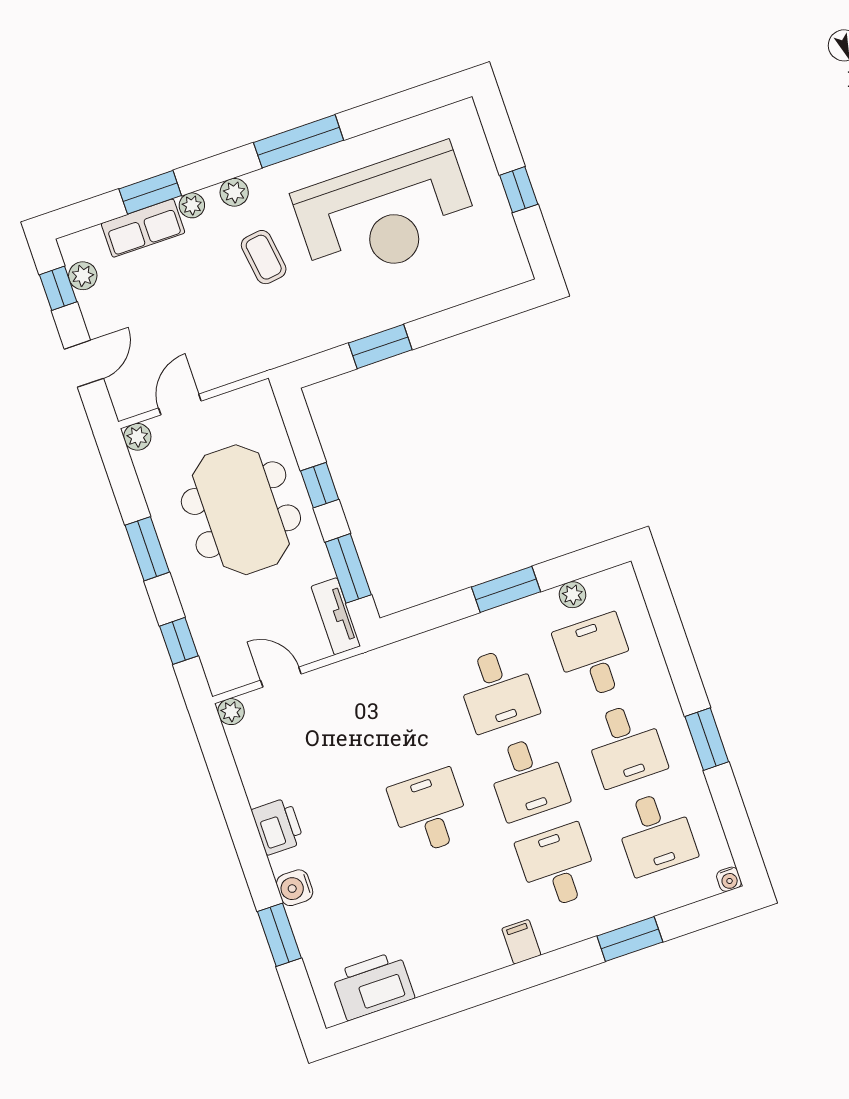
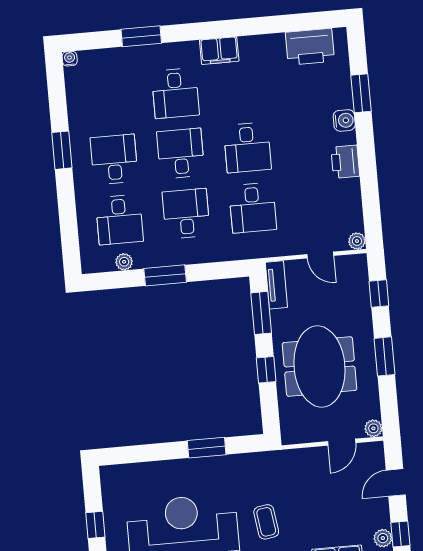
desk: (656, 833) -> (253, 208), moved, turned 180
filing cabinet: (521, 942) -> (219, 51), width x2.00

